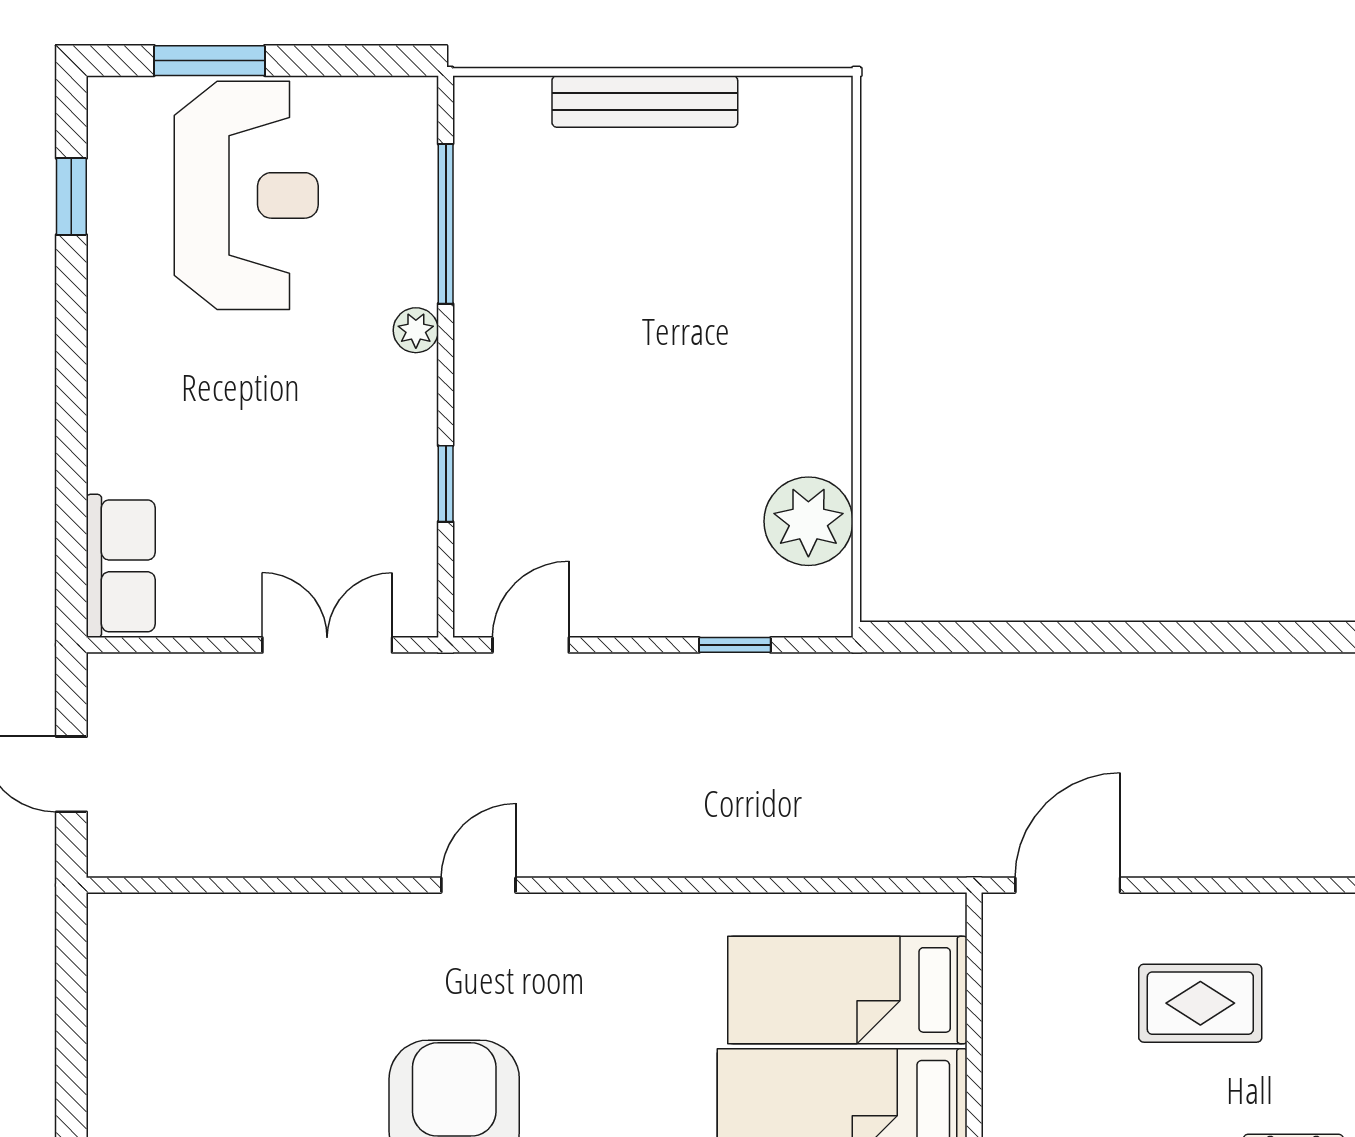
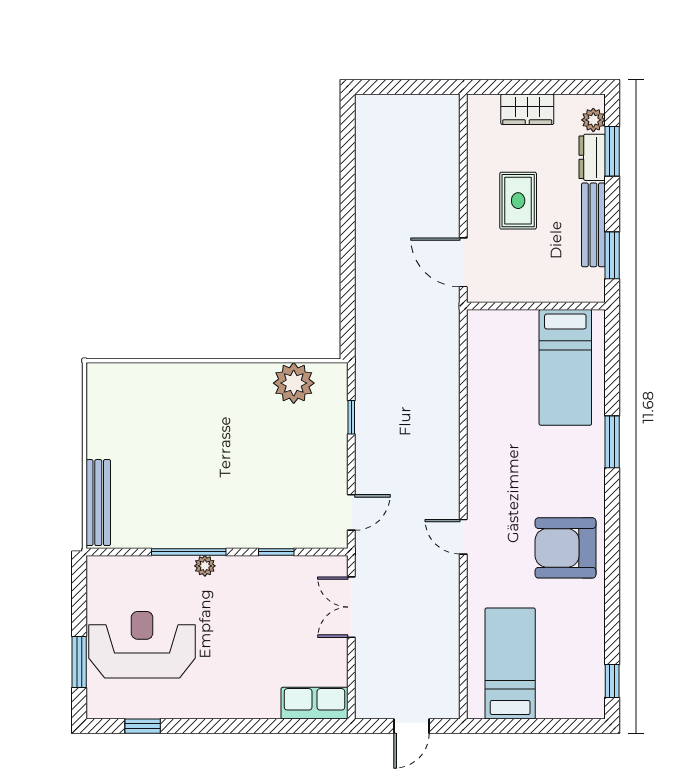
bench: (645, 101) -> (98, 503), moved
window: (446, 224) -> (189, 552), moved
door: (531, 645) -> (351, 512), swing flipped
bed: (847, 990) -> (510, 664), moved, turned 180

